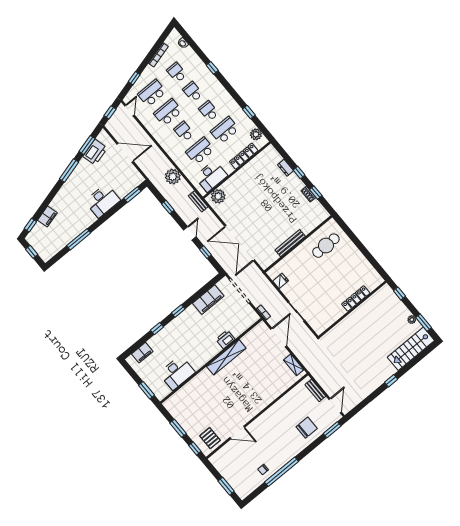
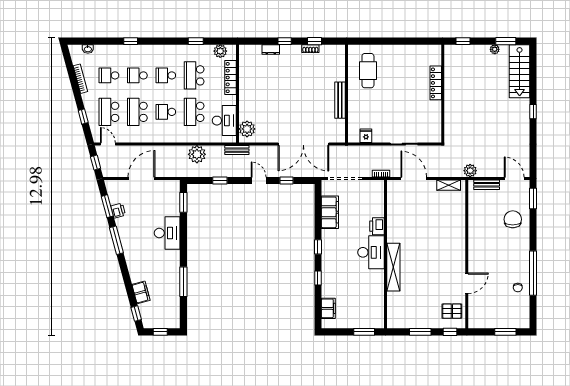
printer: (95, 152) -> (118, 211), width x0.53, depth x0.68
shelving: (226, 357) -> (393, 267), moved
plant: (316, 371) -> (470, 171), added
desk: (177, 373) -> (371, 252), moved

